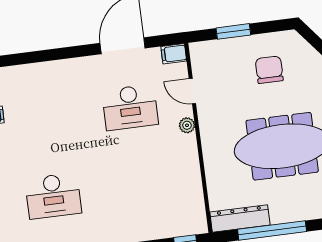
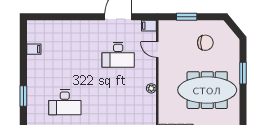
chair: (269, 70) -> (205, 43), turned 90
plant: (187, 125) -> (151, 88), moved

